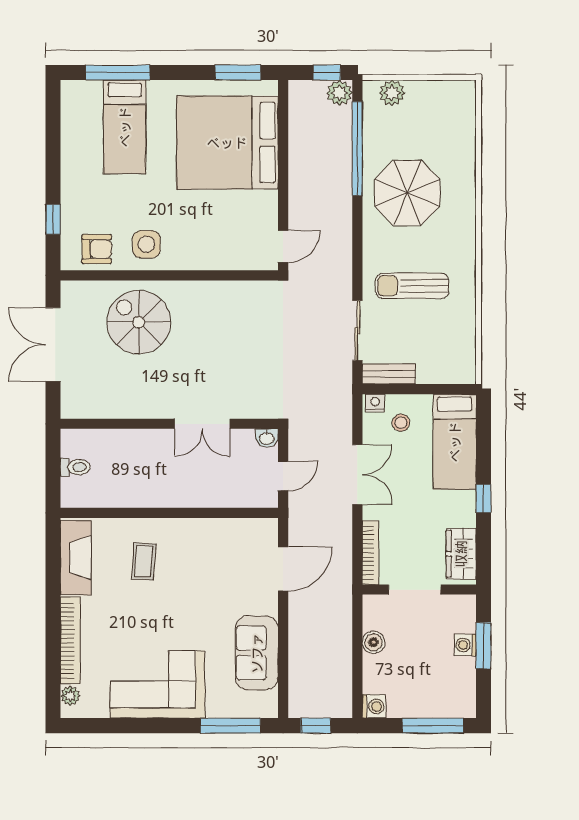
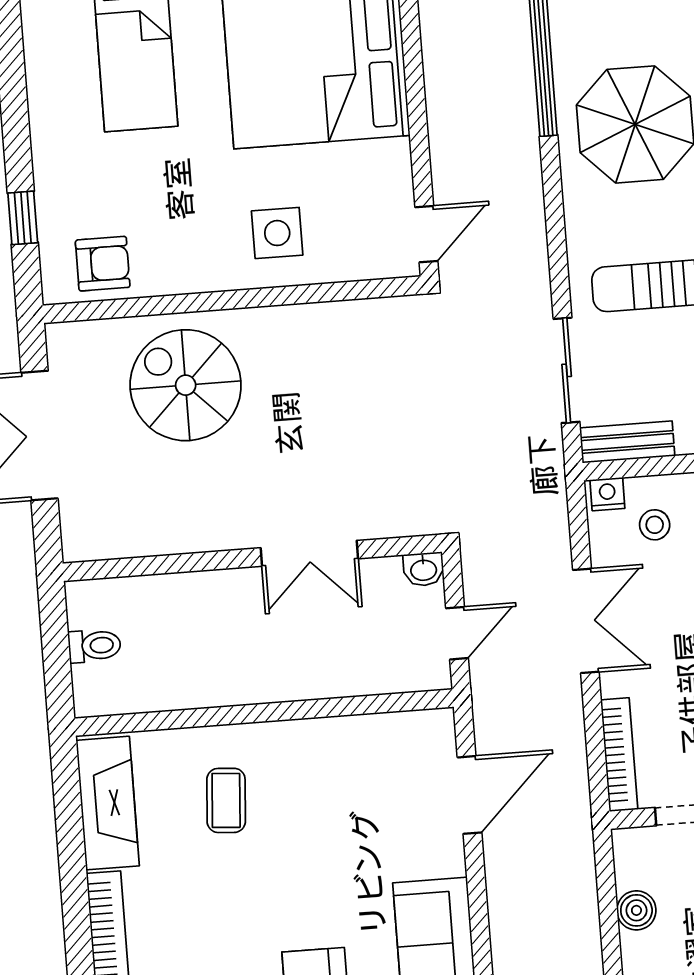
side table: (146, 244) -> (277, 233), moved

